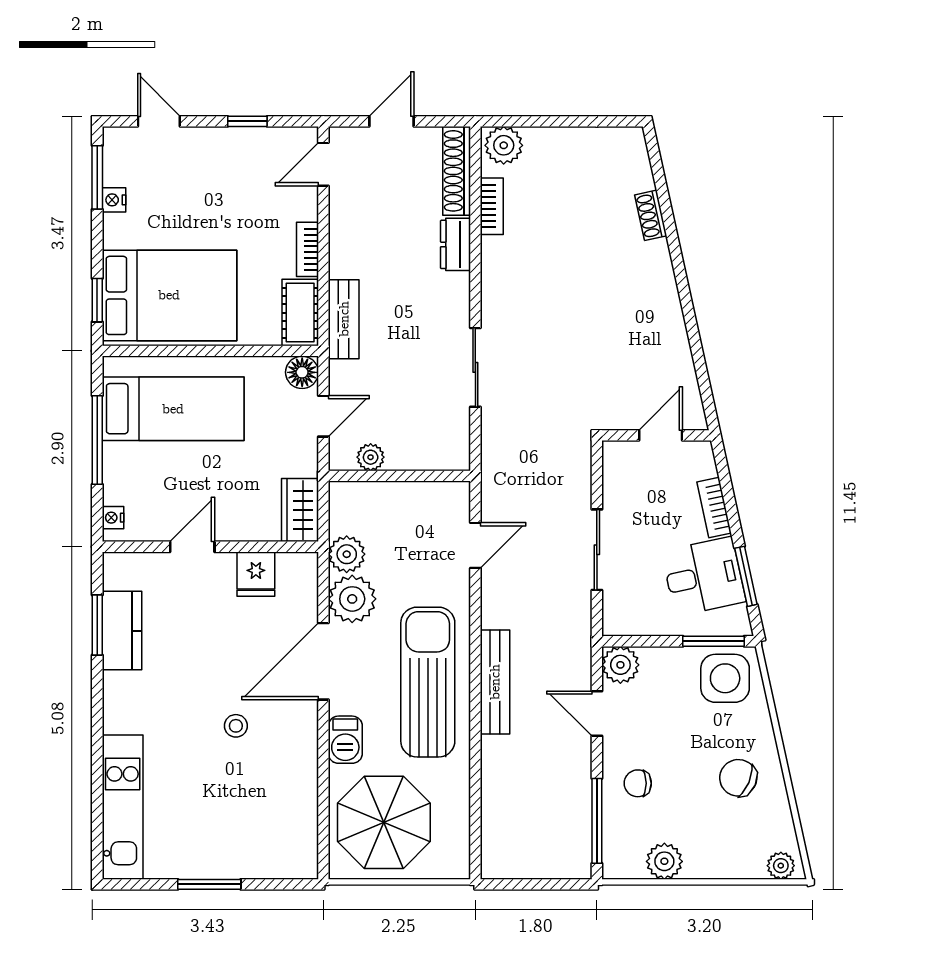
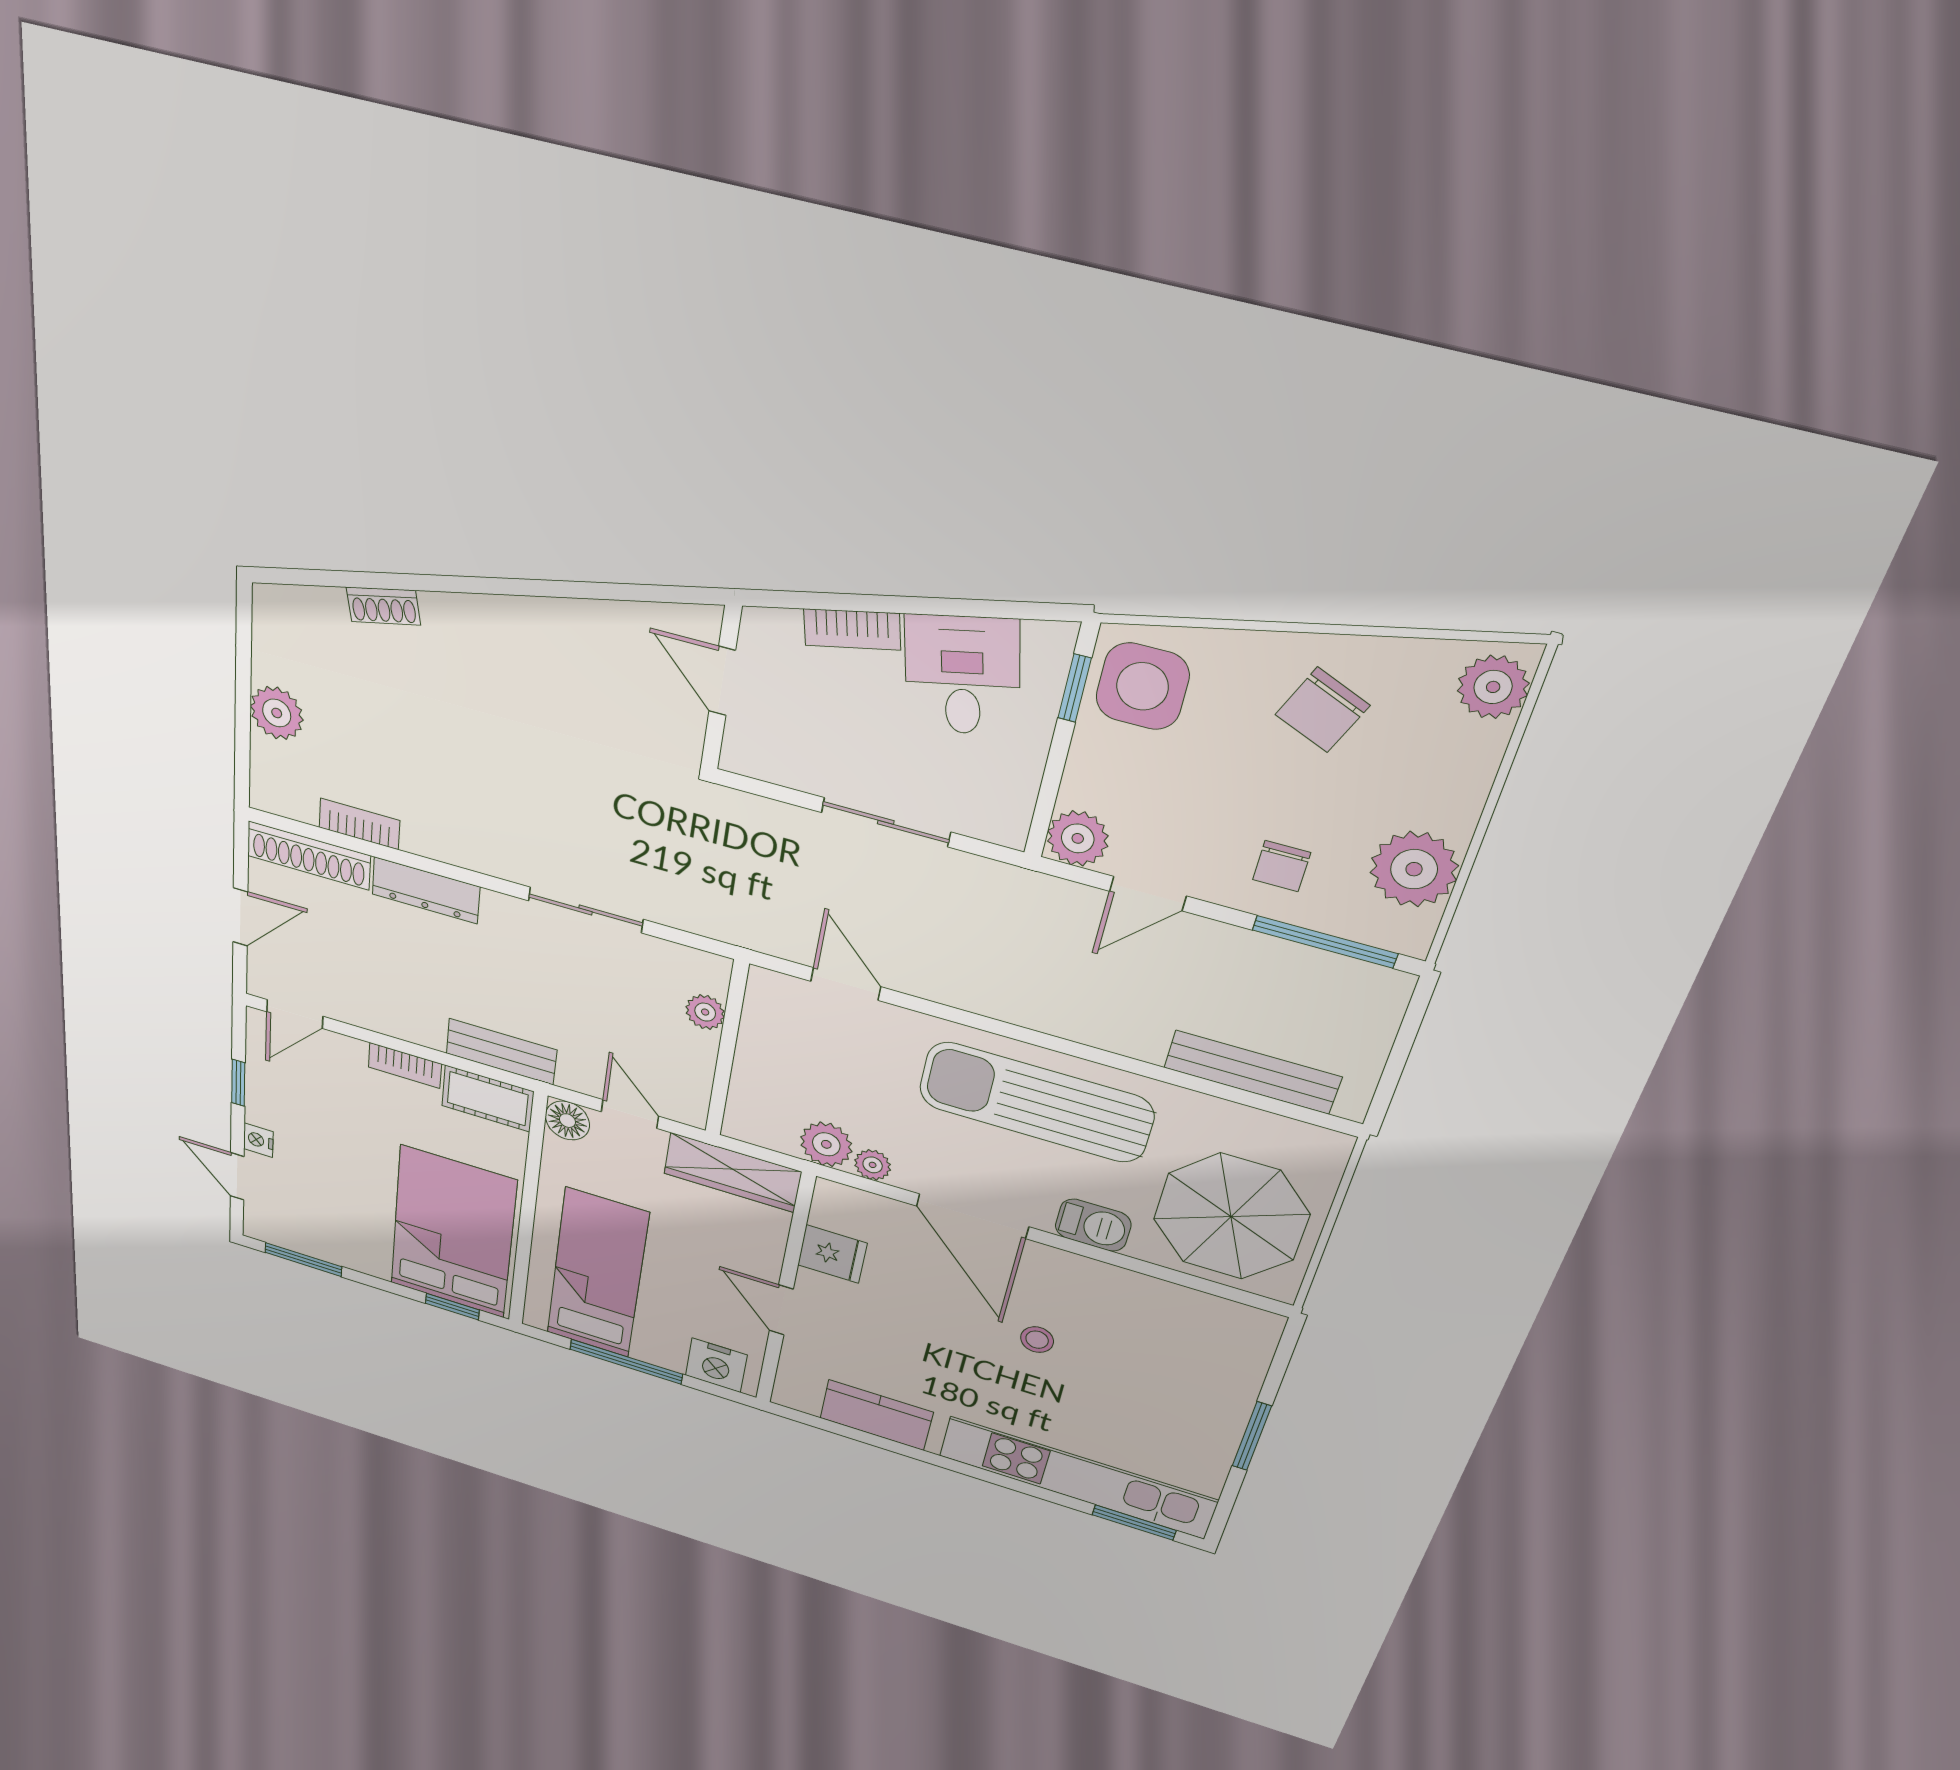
door: (159, 121) -> (237, 1176), hinge flipped
door: (391, 121) -> (240, 917), swing flipped
plant: (504, 145) -> (277, 713), moved
door: (323, 164) -> (295, 1014), hinge flipped
nightstand: (114, 200) -> (258, 1140), moved, turned 90
dresser: (455, 244) -> (426, 890), width x1.44
plant: (371, 457) -> (705, 1012), moved
wardrobe: (300, 510) -> (732, 1173), width x1.50
nightstand: (113, 518) -> (716, 1365), width x1.89, depth x1.79
window: (746, 576) -> (977, 608), removed
plant: (352, 599) -> (873, 1165), width x0.53, depth x0.53
window: (97, 625) -> (1134, 1523), moved
window: (714, 641) -> (1075, 688), width x0.67
bench: (495, 682) -> (1252, 1072), moved
kitchen unit: (123, 807) -> (1077, 1478), width x1.36
plant: (664, 861) -> (1414, 869), width x1.36, depth x1.36
plant: (781, 866) -> (1493, 687), width x1.38, depth x1.38

